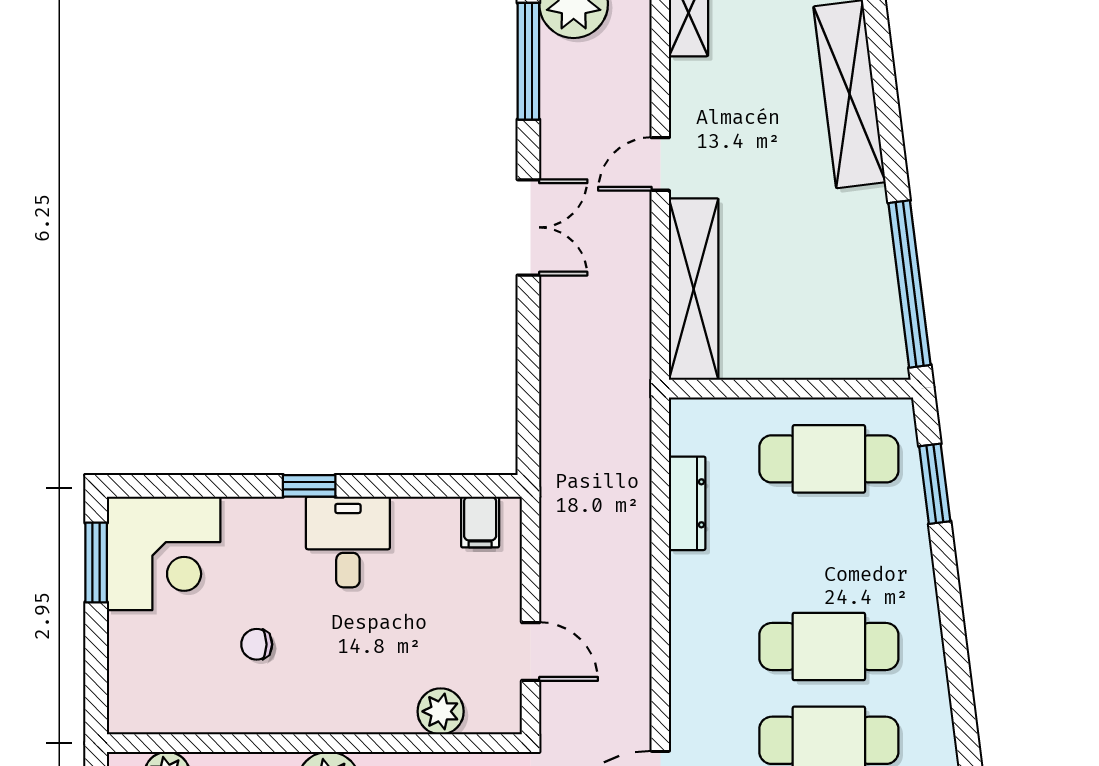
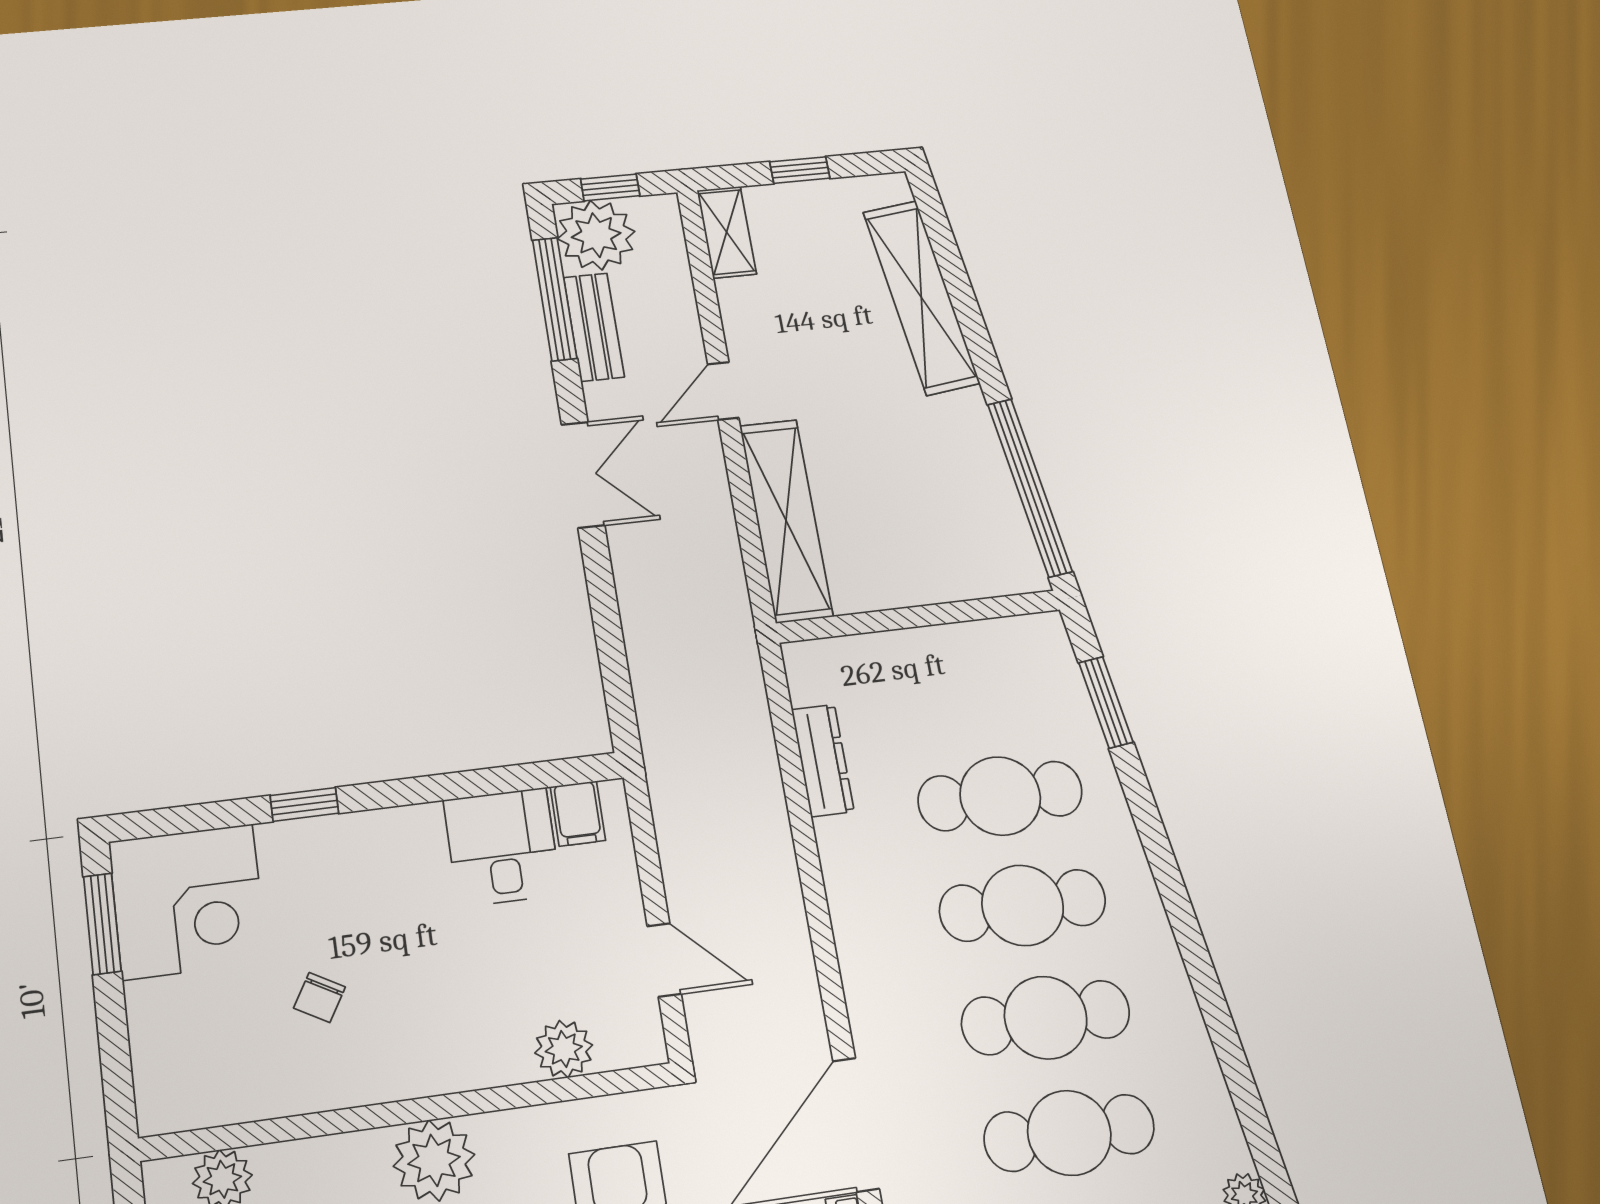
bench: (558, 92) -> (594, 327), added
cafe table: (829, 459) -> (1000, 796), moved
window: (309, 486) -> (304, 804), moved
desk: (348, 542) -> (502, 847), moved
chair: (257, 644) -> (320, 998), turned -60

